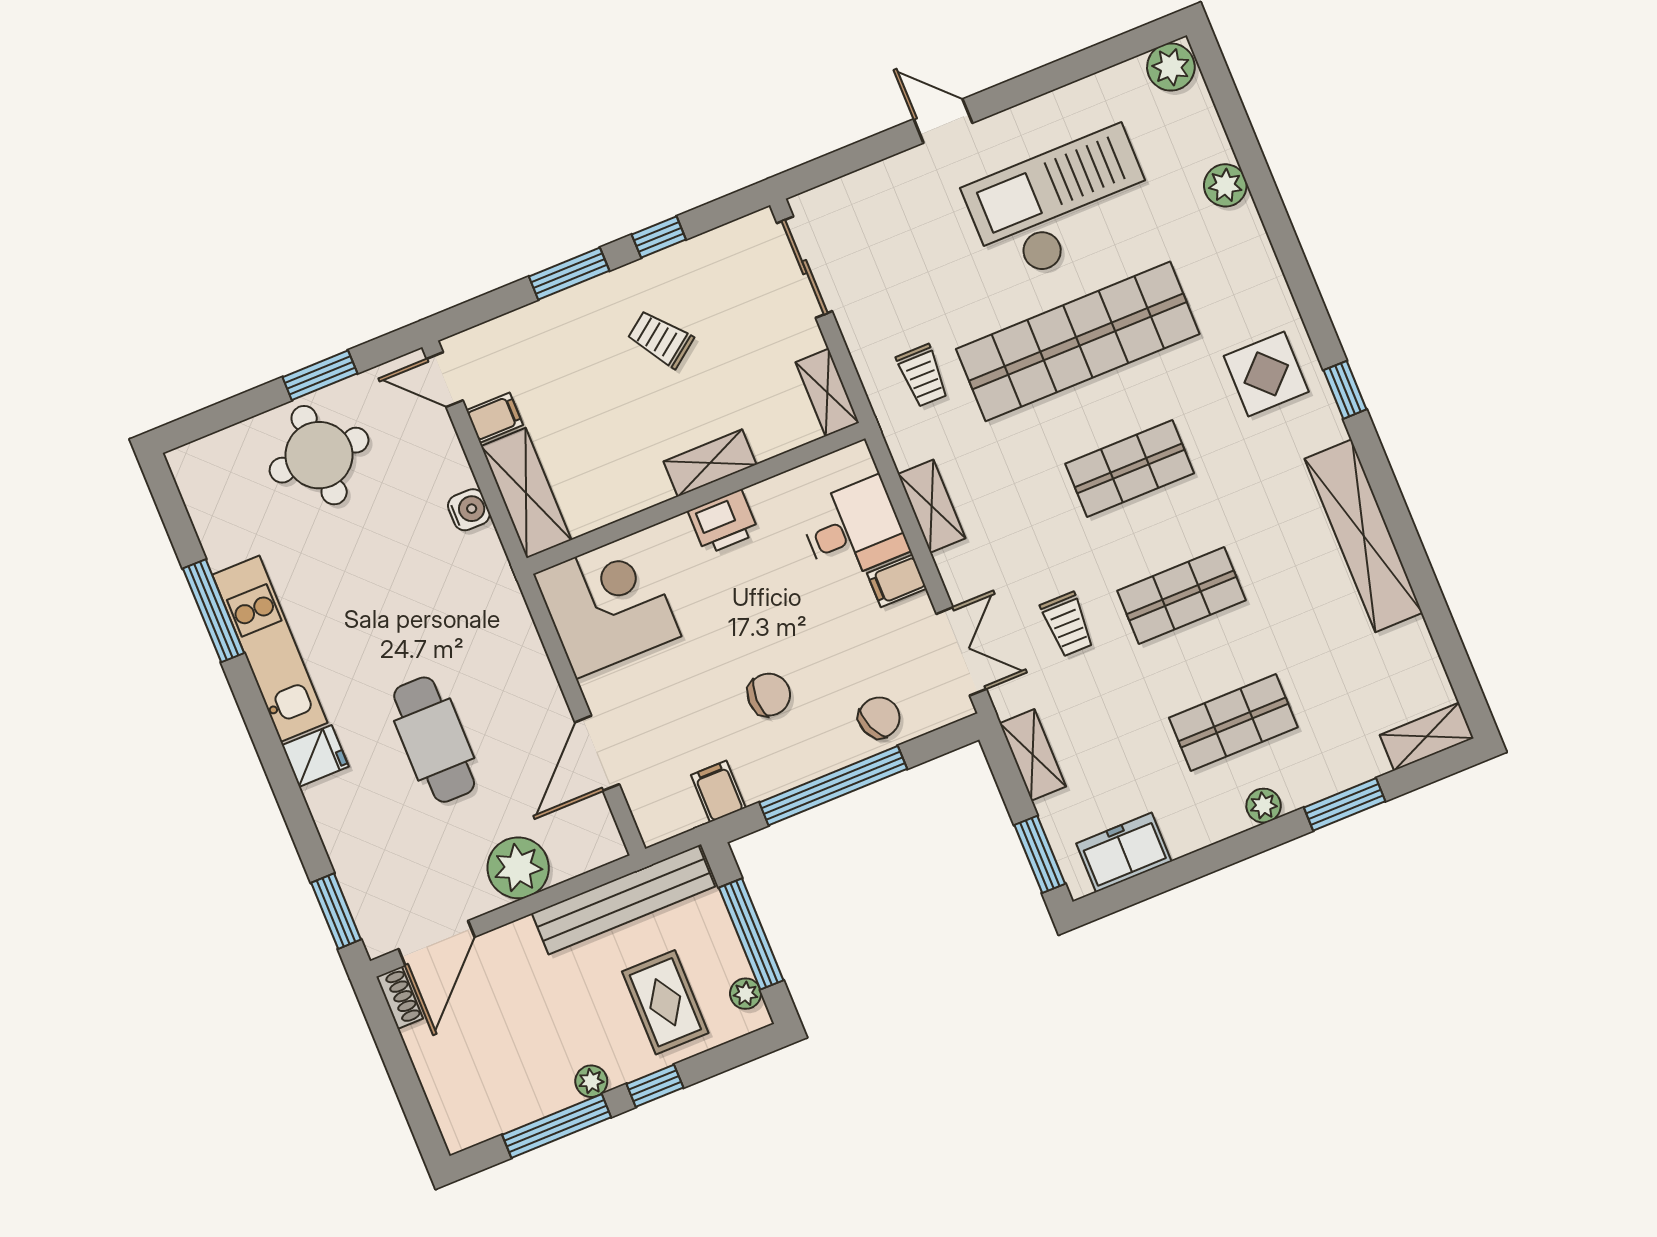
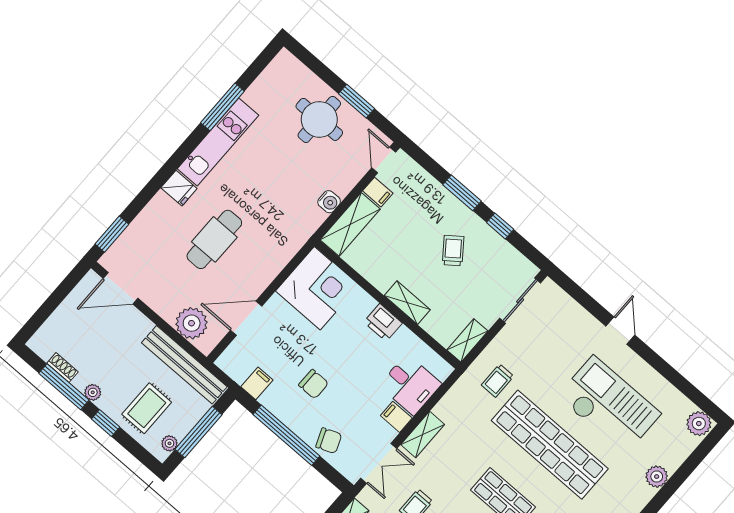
shelving: (932, 506) -> (423, 435), moved
plant: (518, 868) -> (192, 323), moved
shoe rack: (400, 998) -> (63, 368), moved, turned -90

